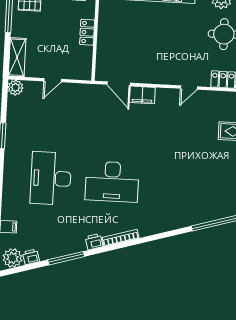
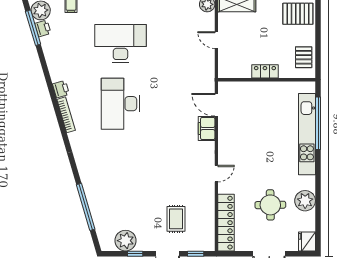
door: (119, 84) -> (216, 105), hinge flipped
door: (189, 88) -> (216, 174), swing flipped
window: (66, 258) -> (33, 28), moved

